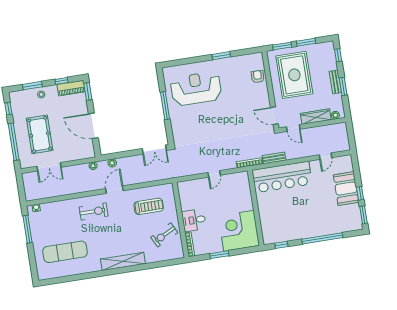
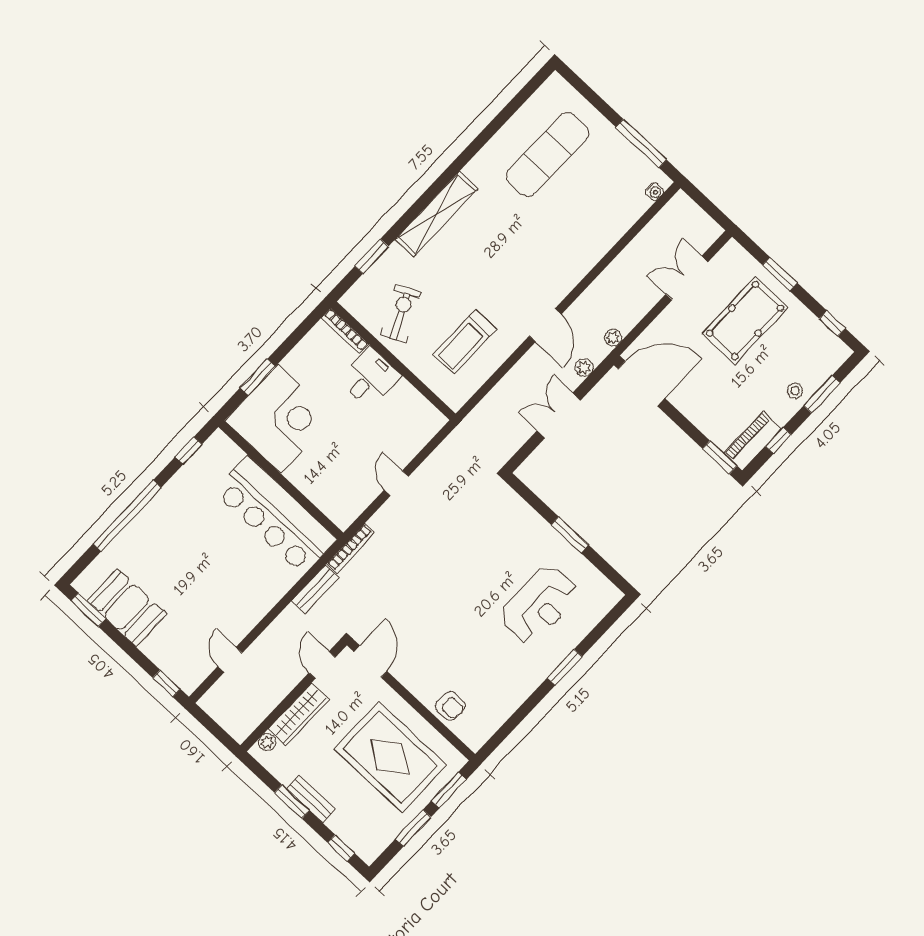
window: (221, 56) -> (565, 667), moved
reception desk: (196, 89) -> (539, 604), width x0.74, depth x0.77
window: (165, 106) -> (570, 535), width x0.69
door: (274, 116) -> (370, 661), hinge flipped
door: (93, 126) -> (641, 384), moved
door: (293, 128) -> (322, 665), hinge flipped
pool table: (40, 134) -> (745, 321), turned 90
window: (14, 142) -> (780, 274), width x0.47
double door: (154, 149) -> (559, 415), moved
bar counter: (282, 177) -> (275, 515), moved, turned -90
booth: (346, 189) -> (127, 607), moved
window: (360, 193) -> (166, 683), moved
exercise bike: (94, 211) -> (552, 261), removed
window: (219, 255) -> (258, 377), moved
window: (159, 264) -> (372, 256), added

